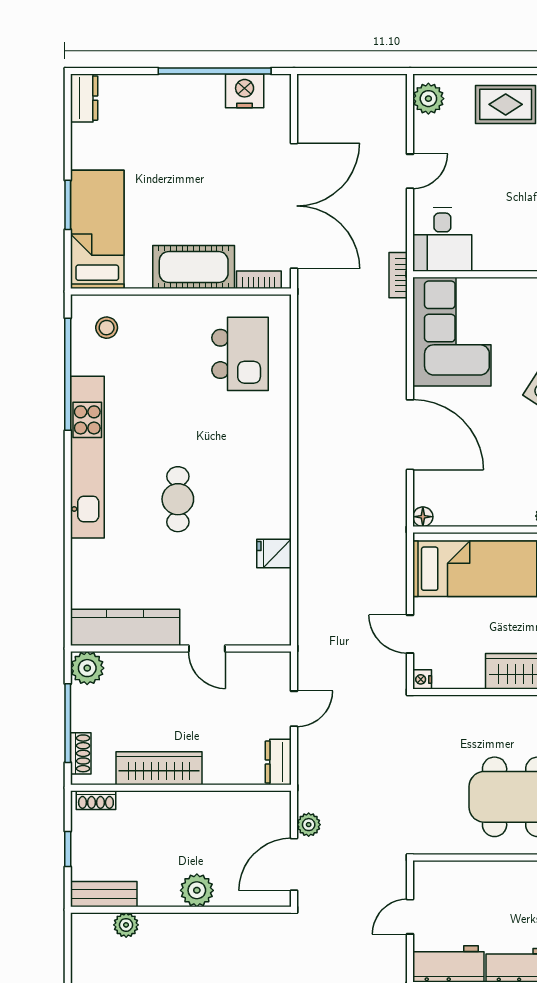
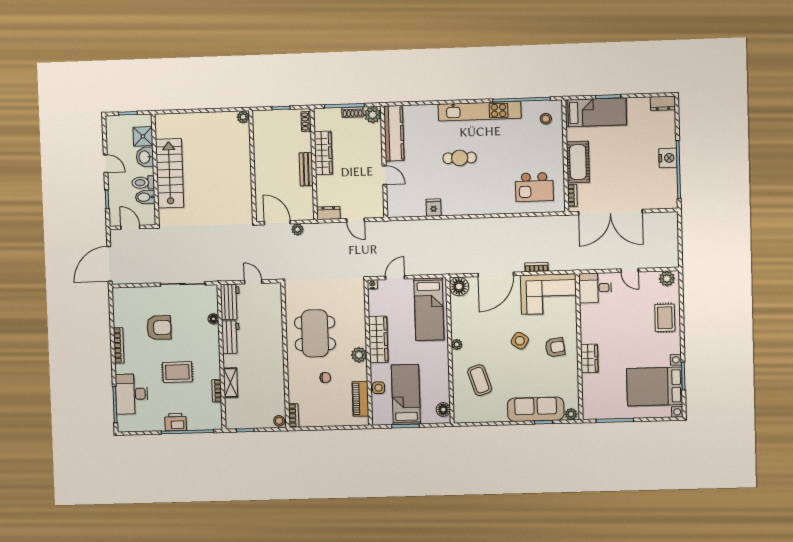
nightstand: (245, 91) -> (668, 158), moved
bookcase: (398, 275) -> (536, 267), moved
floor lamp: (423, 517) -> (459, 286), width x1.89, depth x1.89
door: (207, 649) -> (384, 175), swing flipped
shoe rack: (81, 753) -> (352, 112), moved
plant: (197, 890) -> (263, 174), removed
bench: (104, 894) -> (306, 169), moved
plant: (126, 925) -> (243, 117), moved

